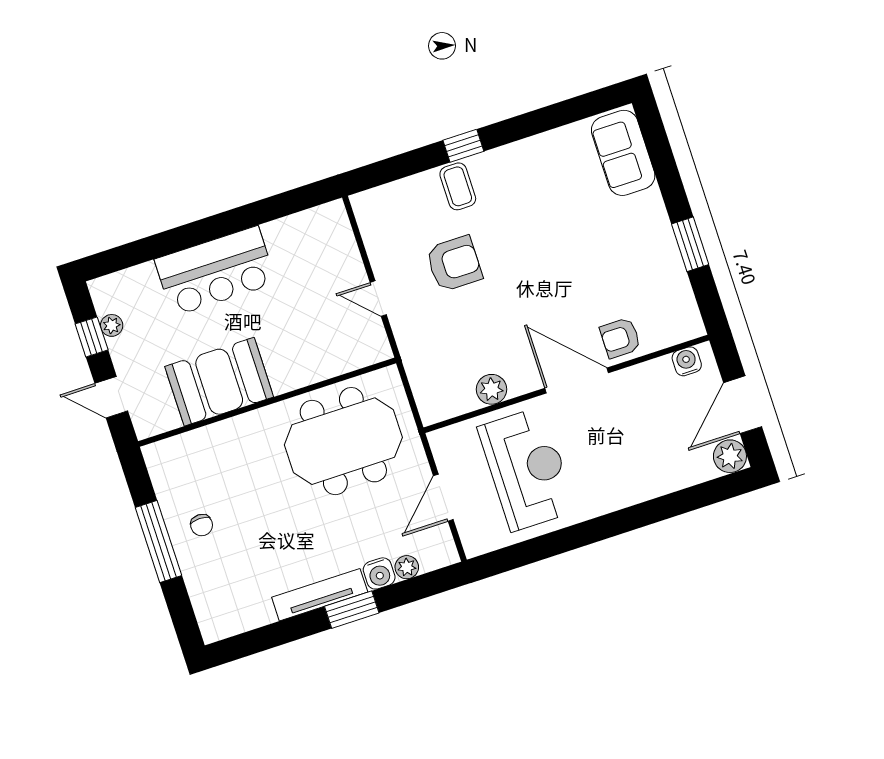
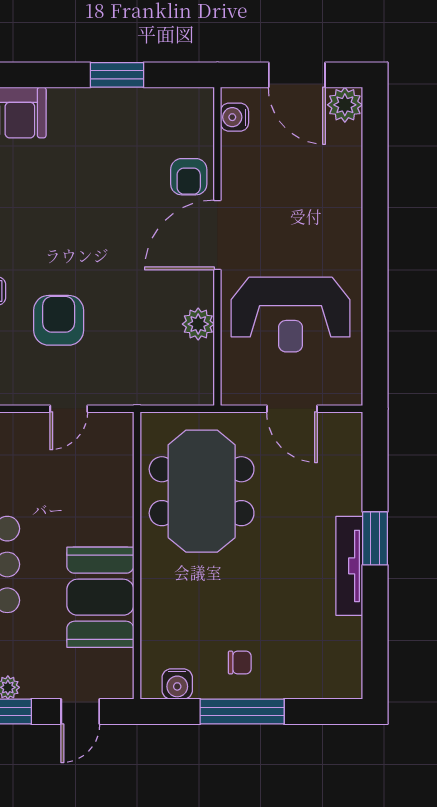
reception desk: (527, 469) -> (291, 314), turned 180
plant: (407, 567) -> (350, 469), removed
water cooler: (379, 573) -> (177, 684), moved, turned 90

